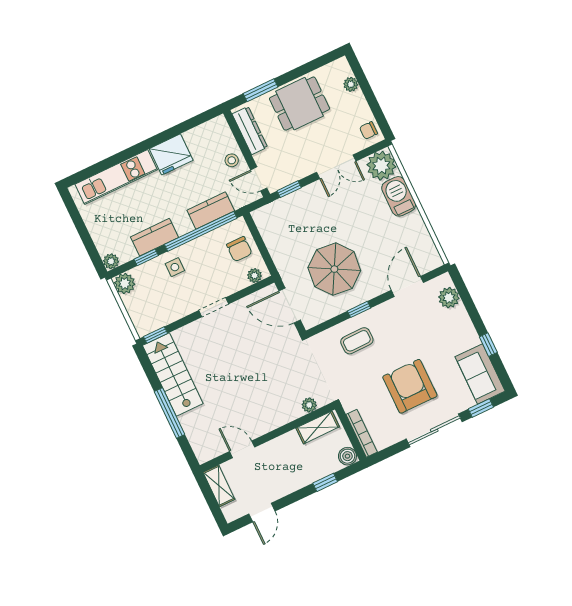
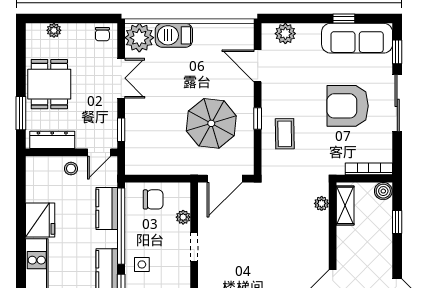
plant: (254, 276) -> (183, 217), moved
sofa: (480, 374) -> (357, 38), width x1.36

